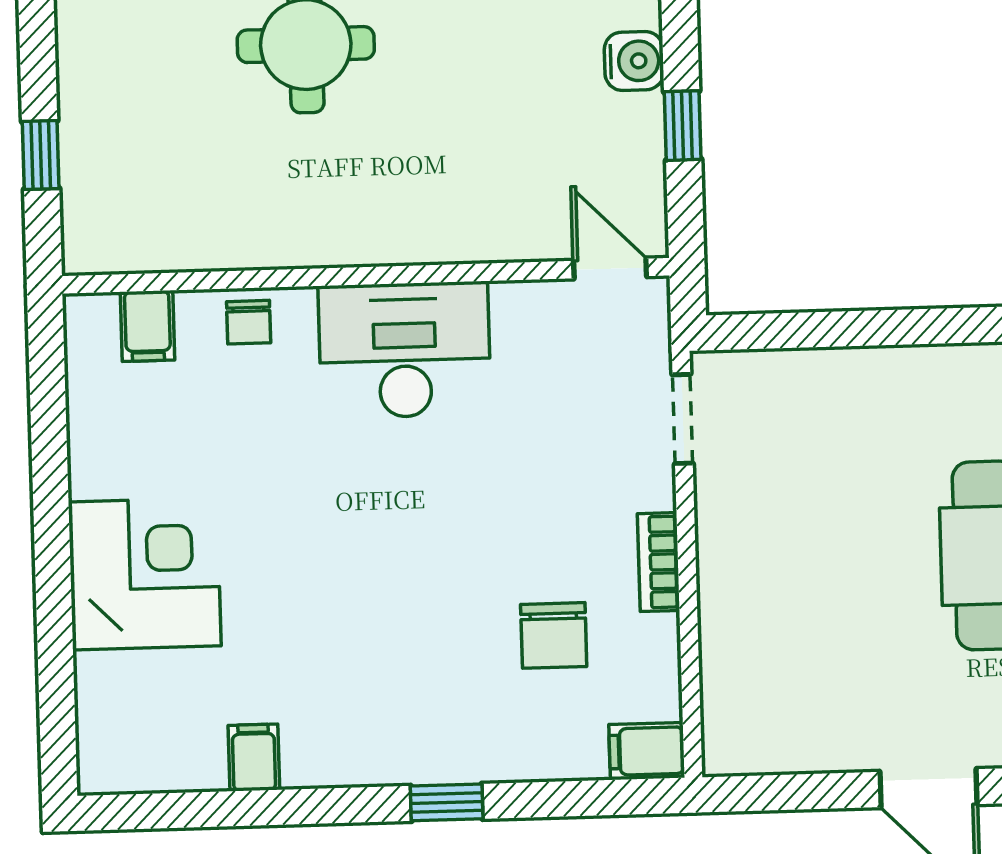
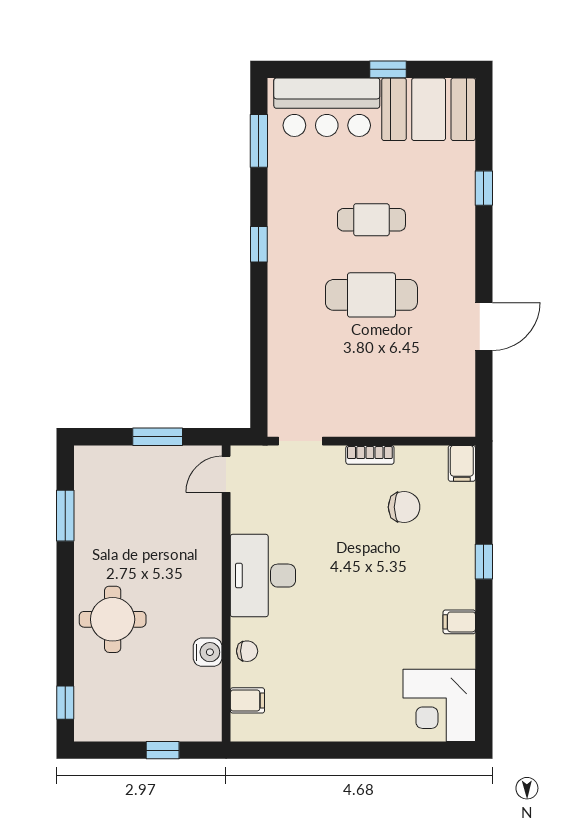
water cooler: (634, 61) -> (208, 652), moved, turned 90
window: (683, 126) -> (158, 437), width x1.50
corner desk: (145, 574) -> (439, 705), moved, turned -90
filing cabinet: (254, 758) -> (459, 622), moved

